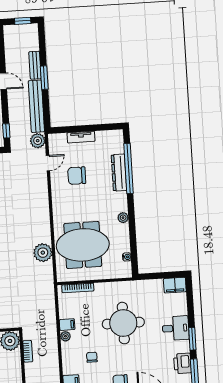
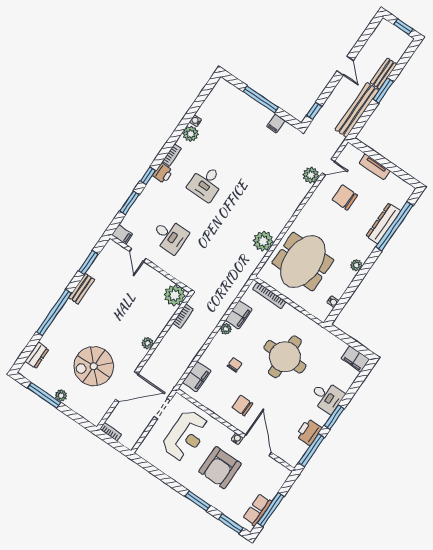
plant: (38, 141) -> (311, 175), moved
meeting table: (83, 245) -> (303, 262), turned 90
filing cabinet: (67, 325) -> (239, 315), width x2.00

